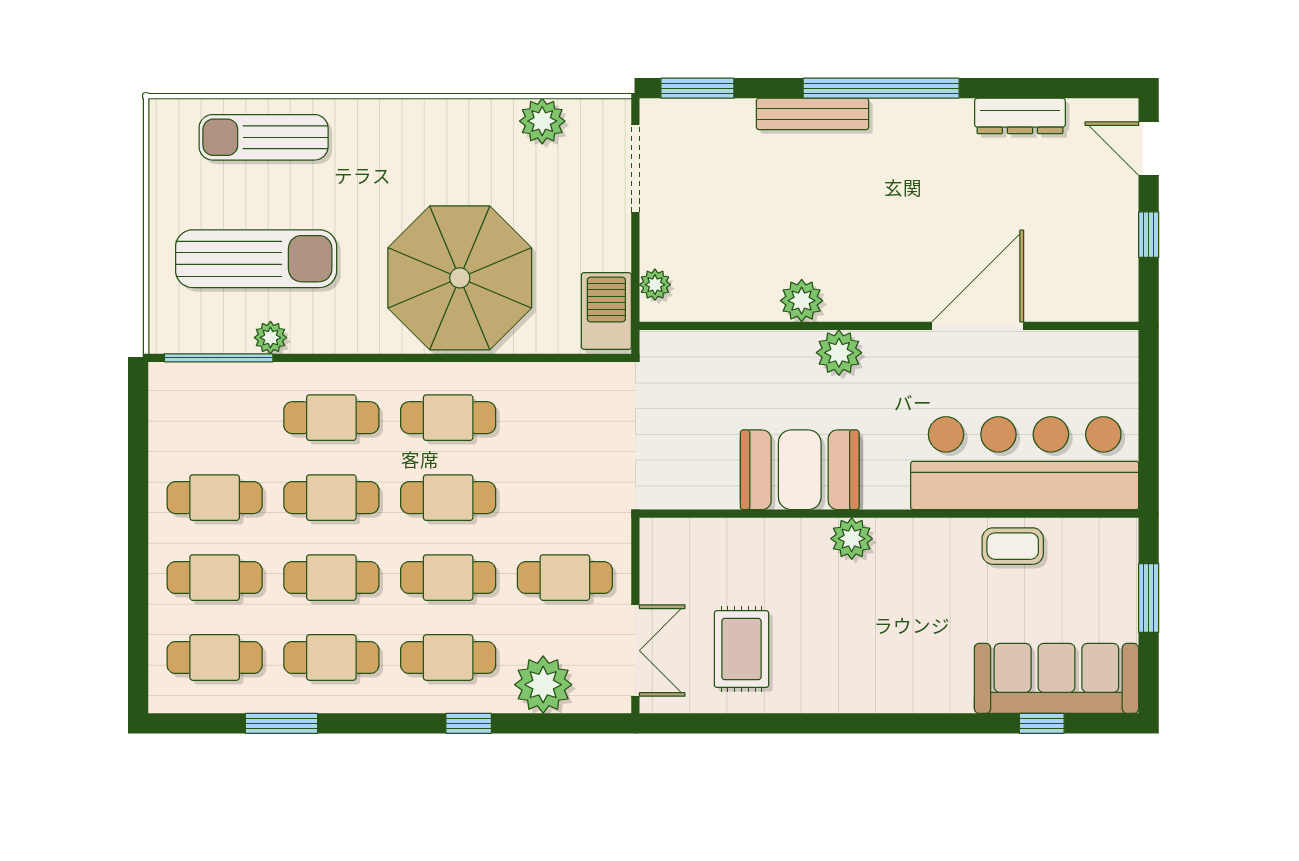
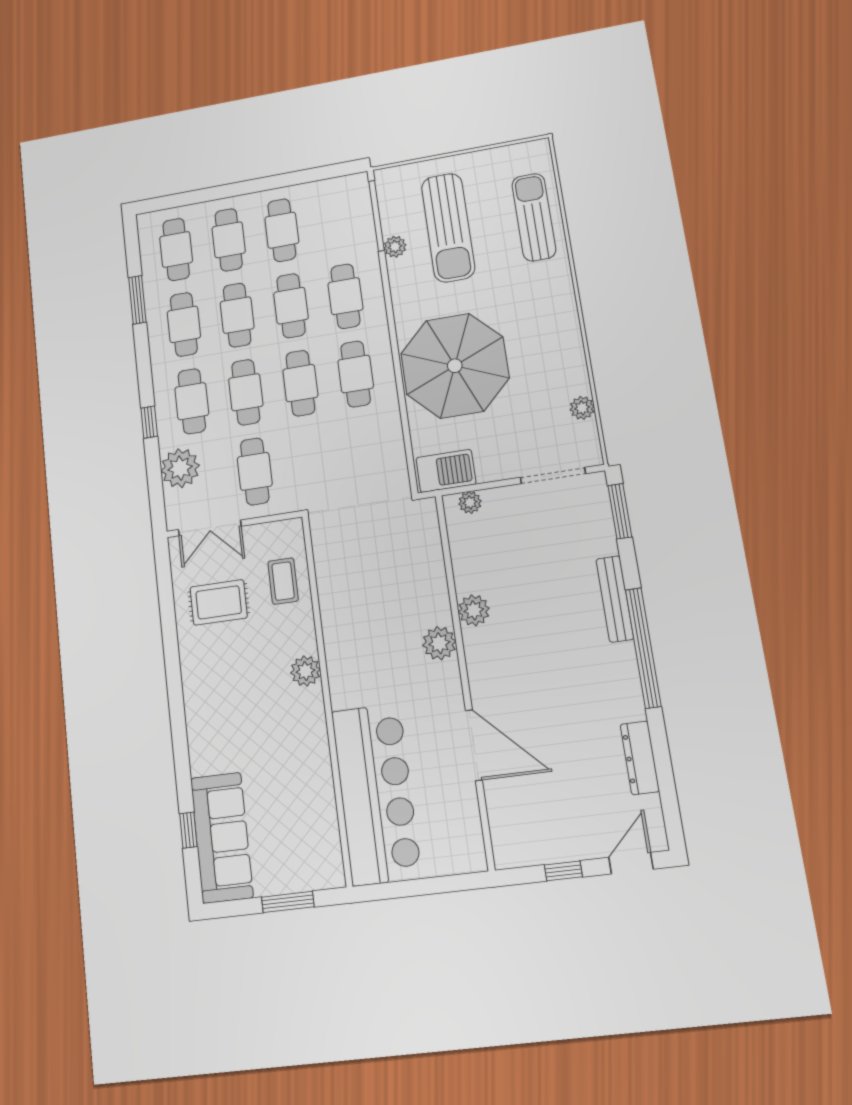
plant: (542, 121) -> (582, 408), width x0.73, depth x0.73
booth: (800, 470) -> (350, 626), removed
coffee table: (1013, 546) -> (283, 581), moved

